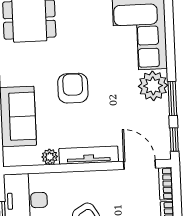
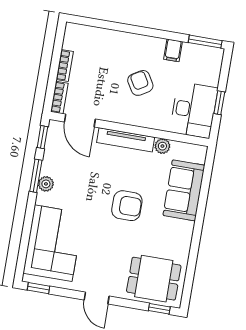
plant: (153, 86) -> (46, 184), width x0.53, depth x0.53
armchair: (73, 88) -> (127, 206), turned -90

